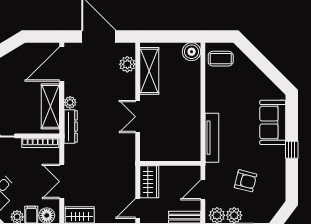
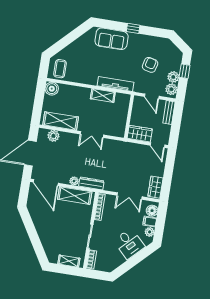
shelving: (193, 123) -> (103, 96), added

